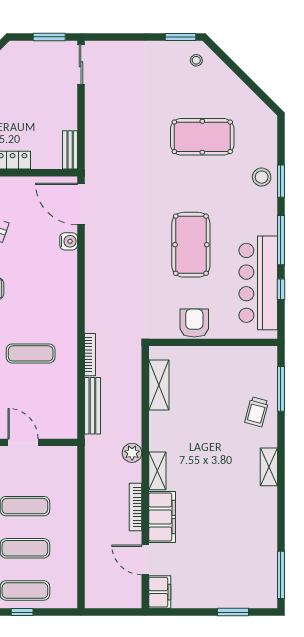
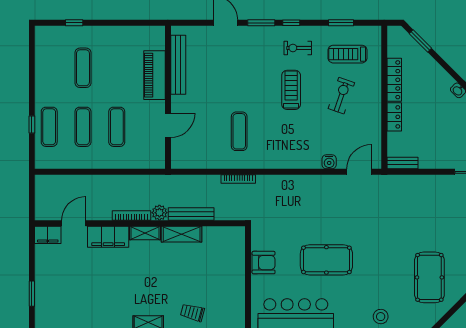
pool table: (202, 137) -> (429, 277), moved
door: (81, 204) -> (359, 172), width x0.73
shelving: (159, 385) -> (182, 234), moved
bench: (92, 406) -> (191, 214), moved
bookcase: (136, 507) -> (131, 216), moved

